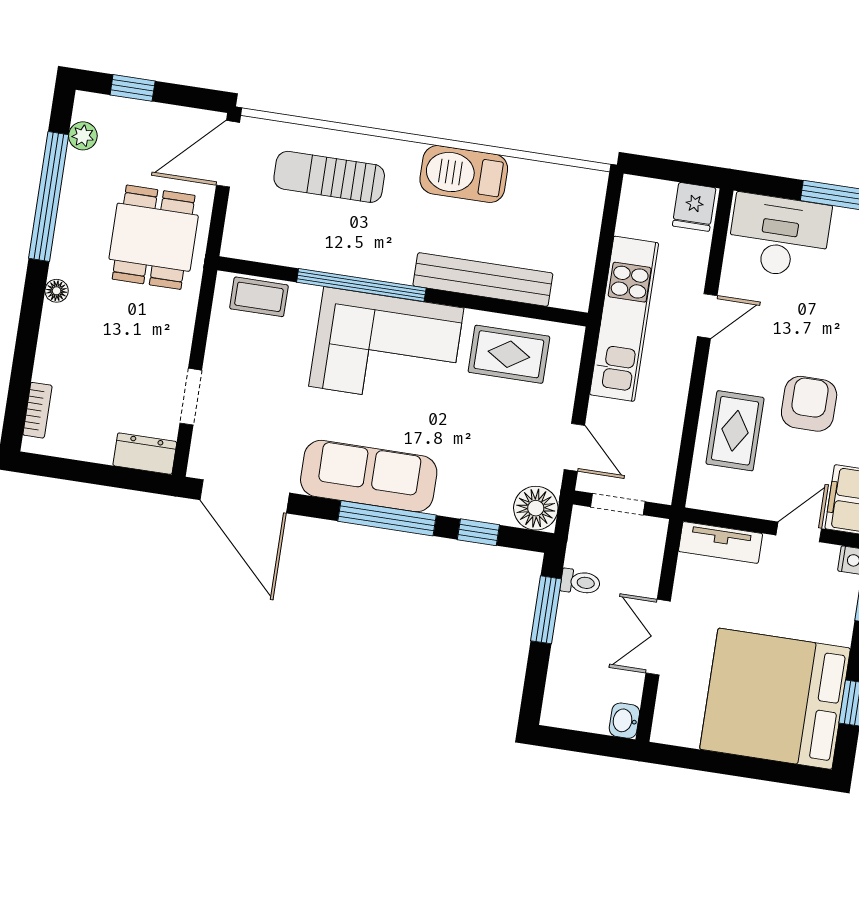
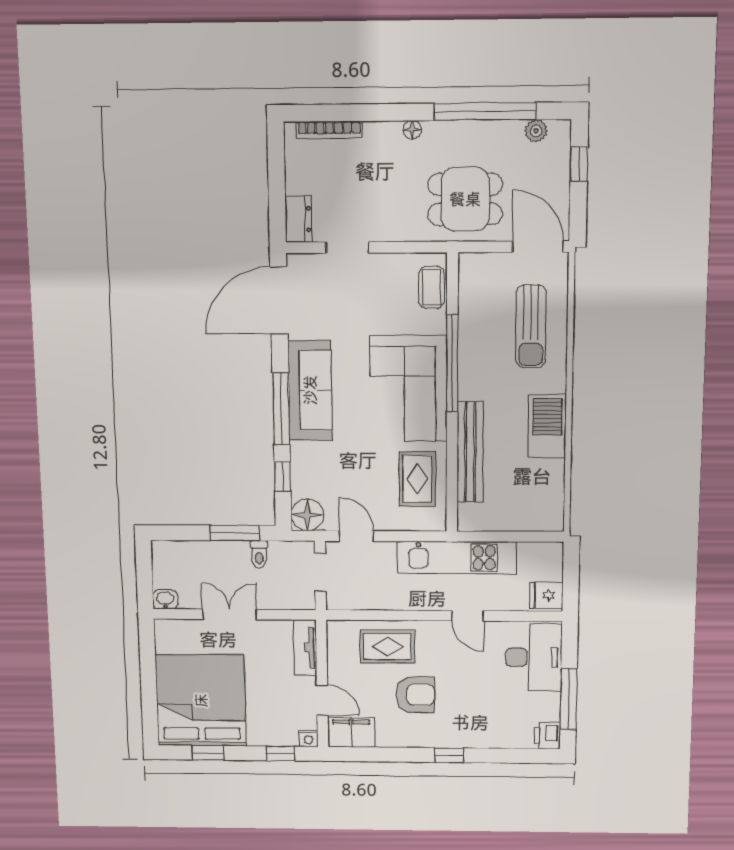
sun lounger: (329, 177) -> (531, 326), turned 180
bookcase: (37, 410) -> (329, 130), width x1.56
door: (574, 447) -> (356, 536), swing flipped

